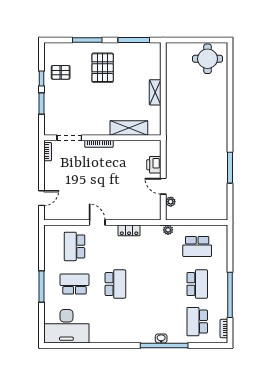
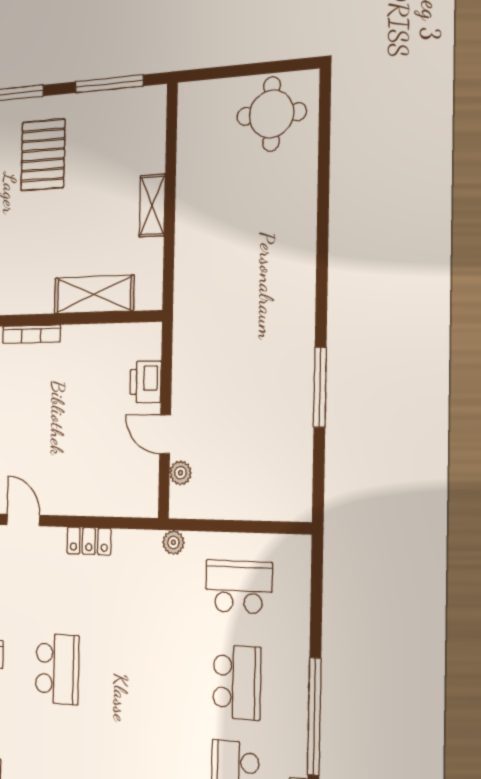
school desk: (197, 246) -> (239, 587), turned 180

